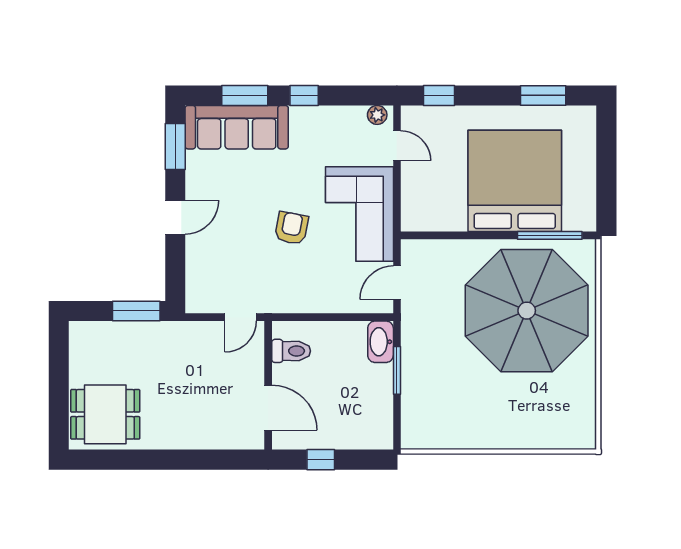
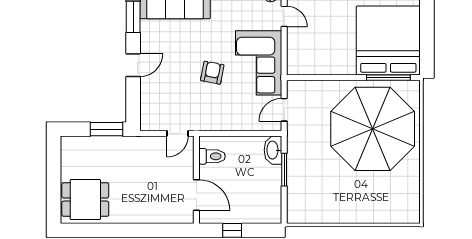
bed: (515, 181) -> (388, 40), moved

